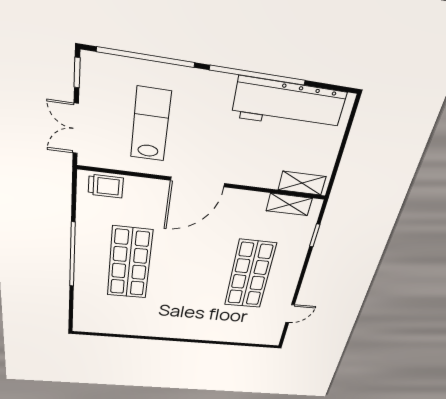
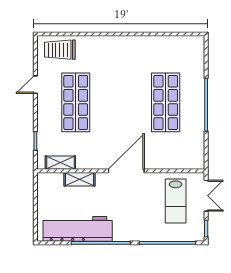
lab bench: (151, 125) -> (176, 201), moved
shelving: (302, 183) -> (79, 179), moved
trolley: (106, 186) -> (60, 50), moved, width x1.36, depth x1.39
door: (290, 314) -> (35, 85), moved

